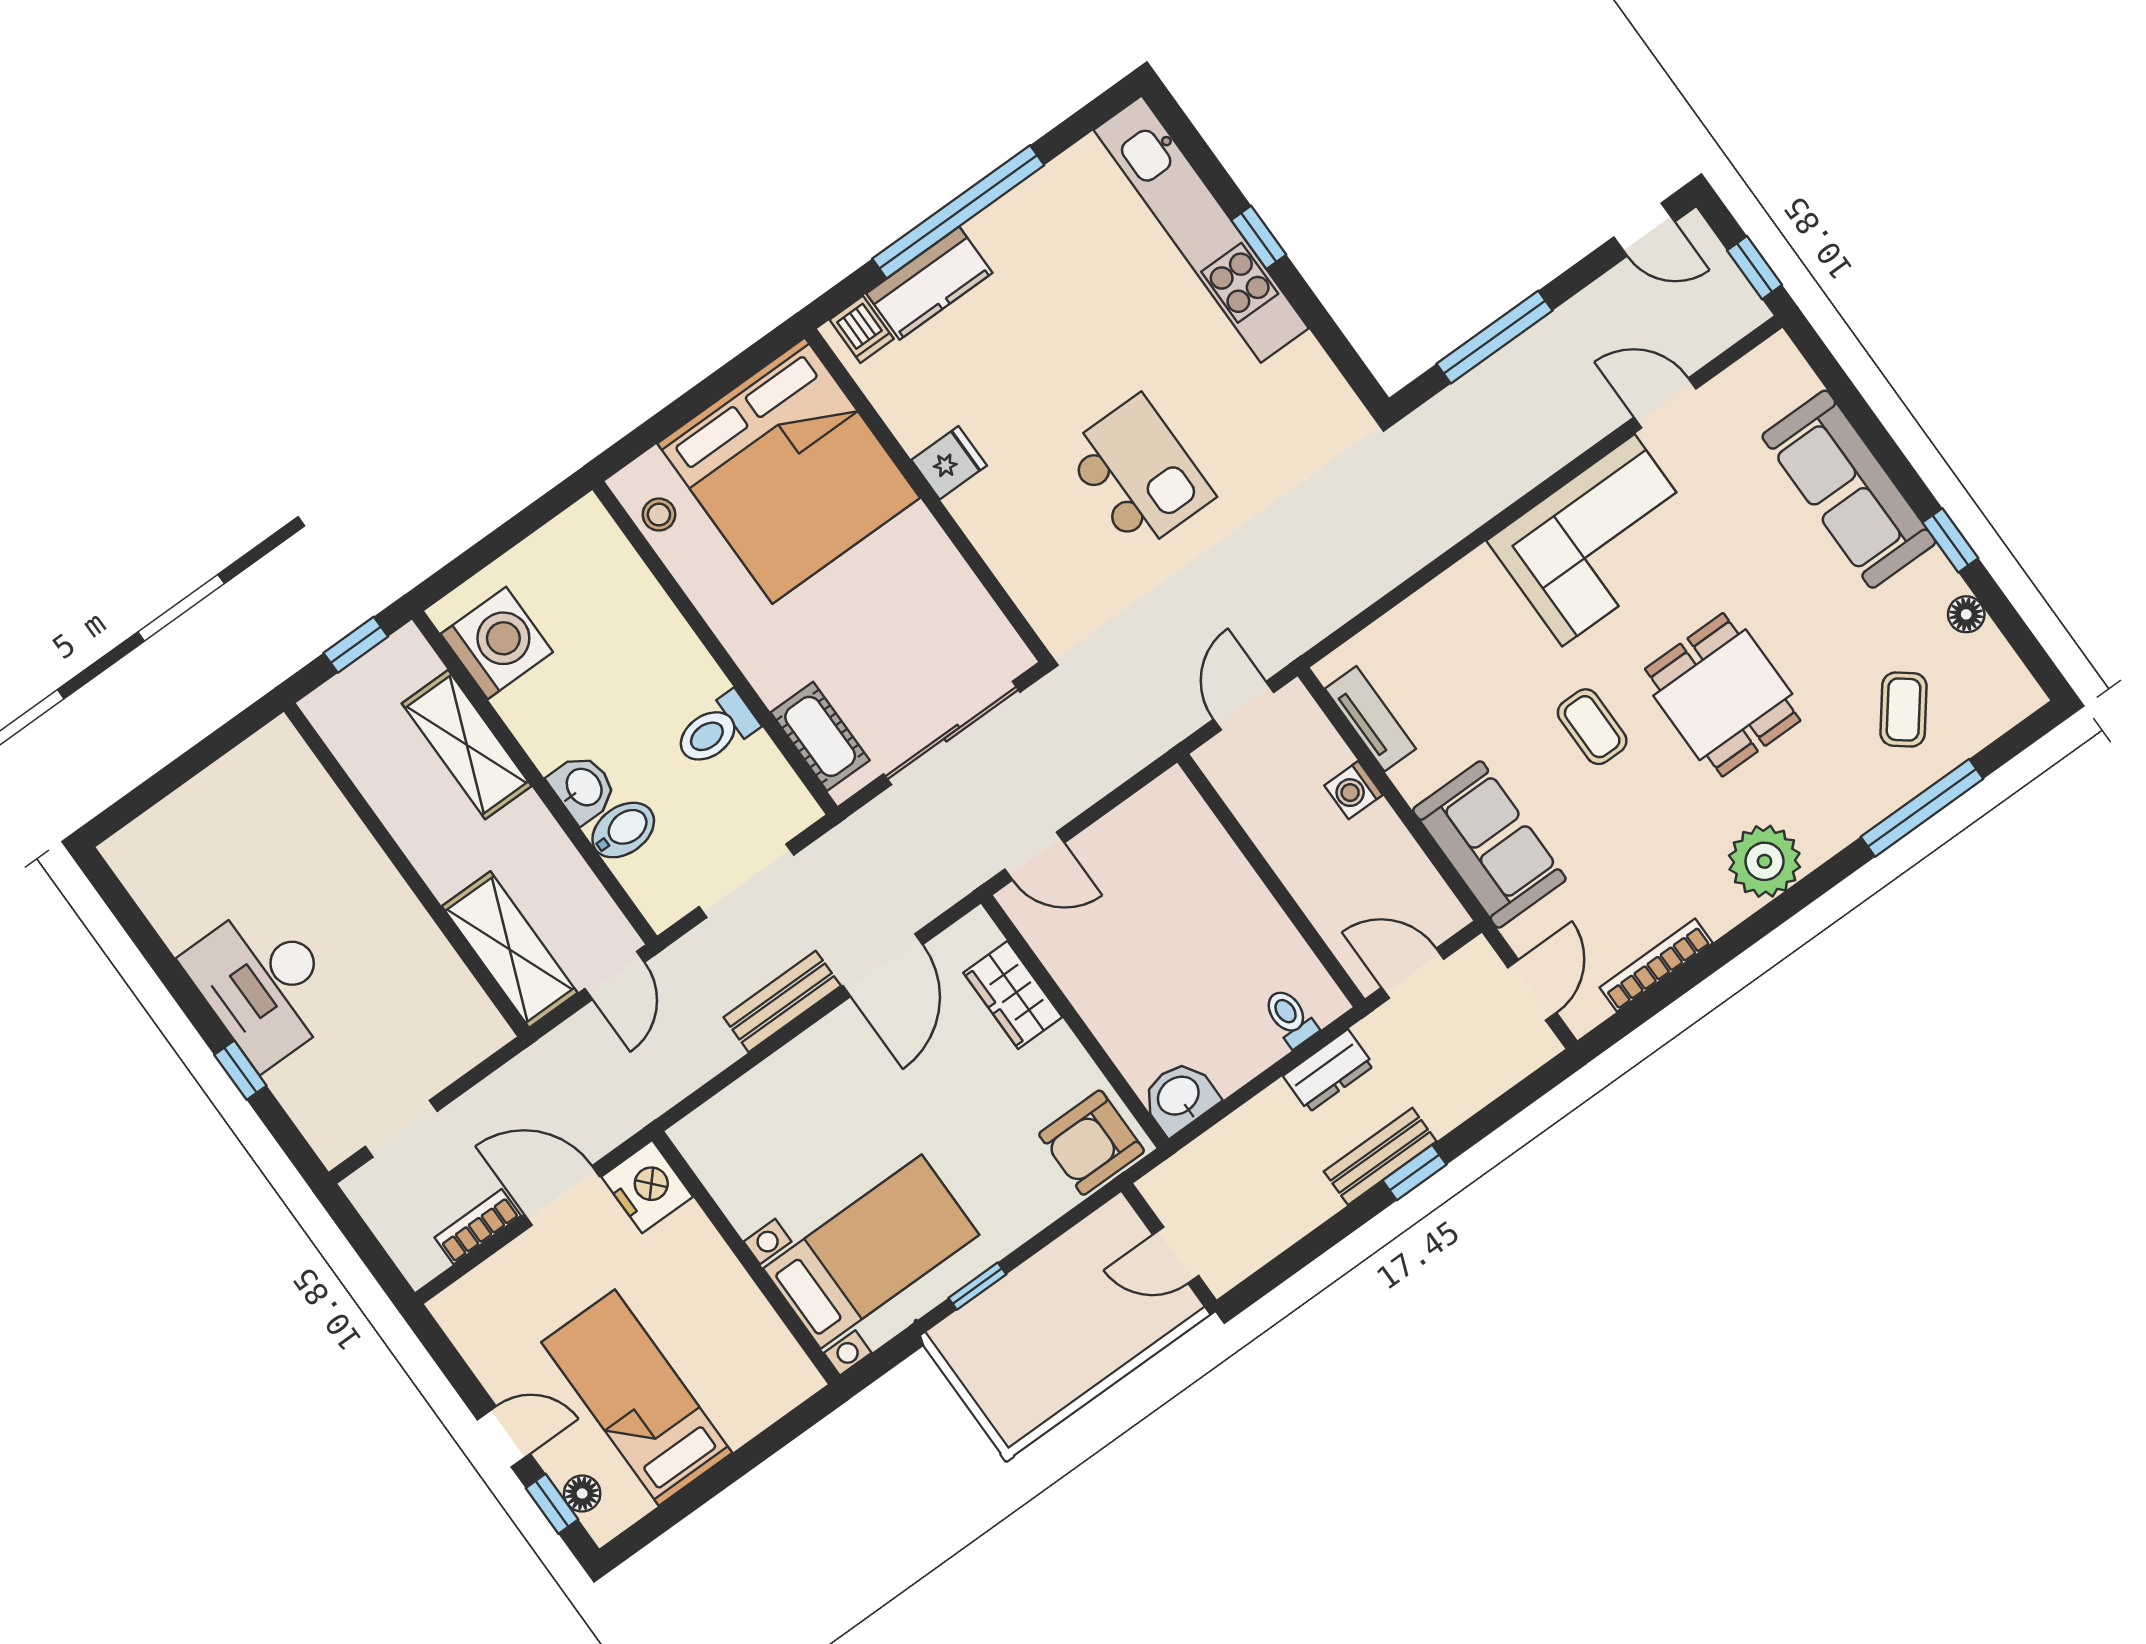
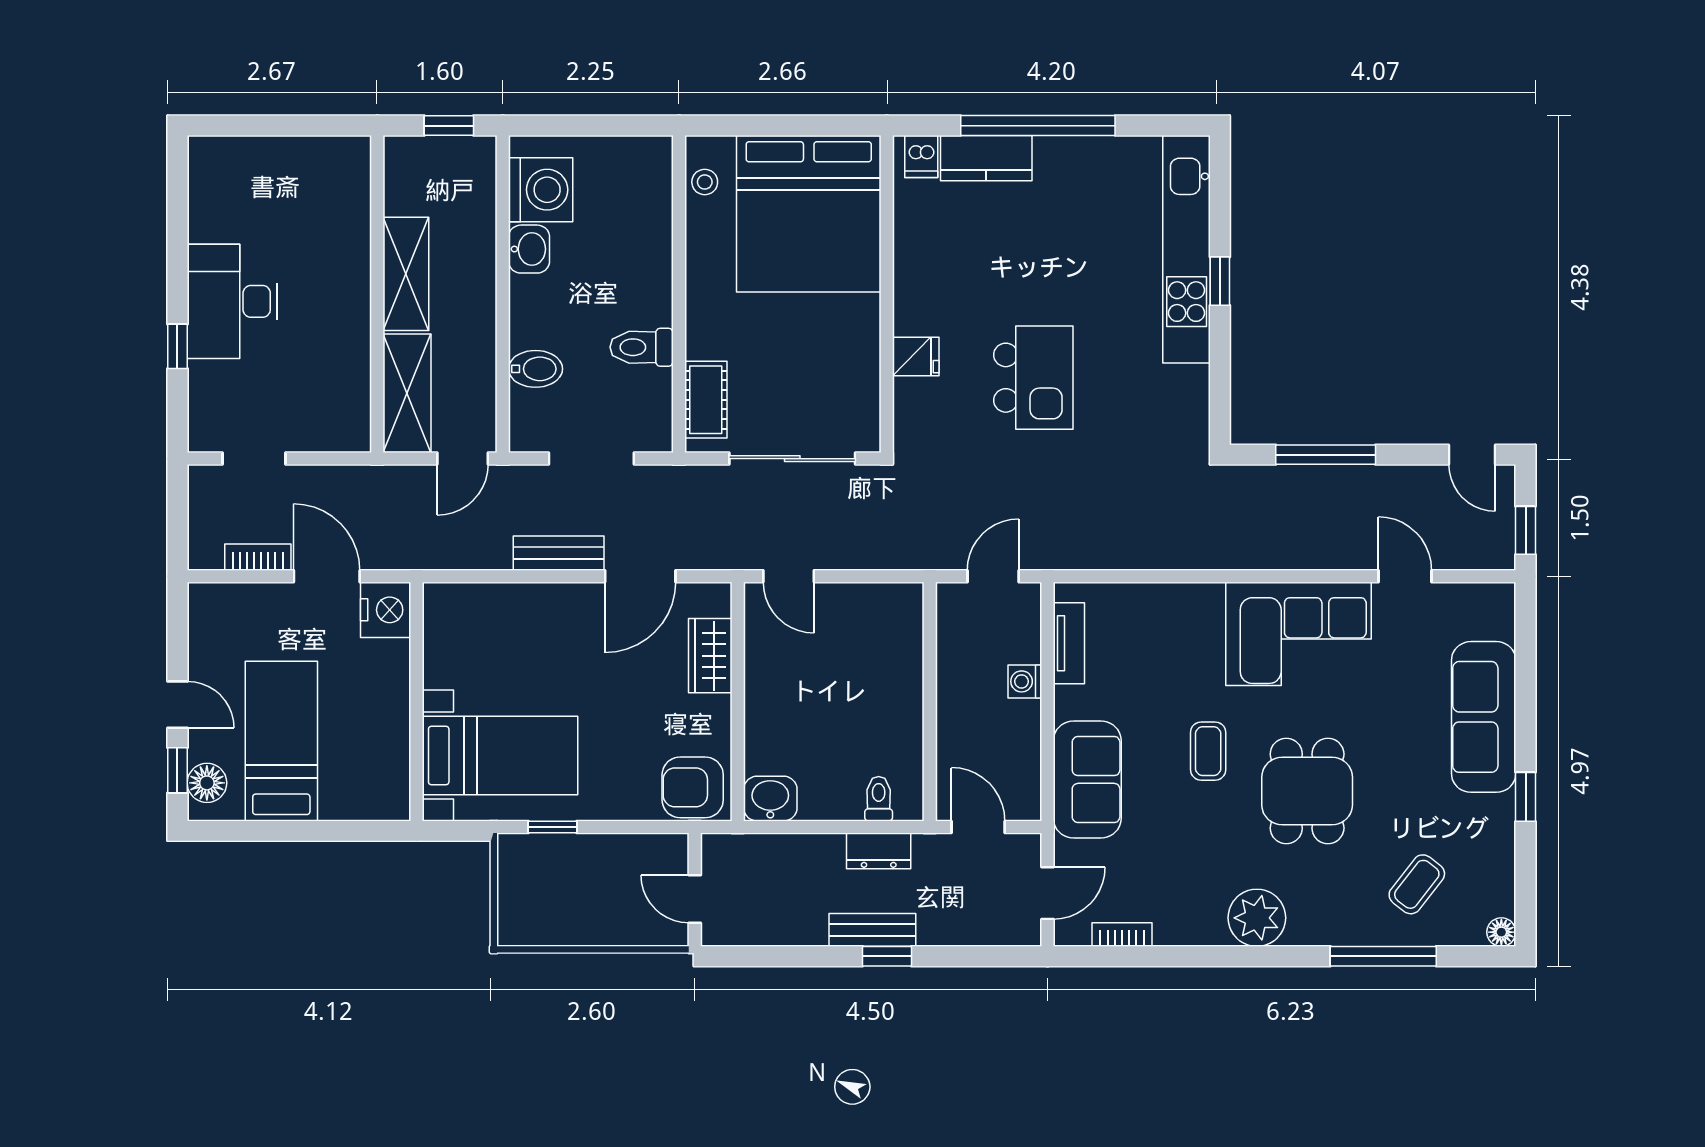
fridge: (949, 463) -> (916, 356), moved
floor lamp: (1966, 614) -> (1501, 932), moved
shelving: (467, 745) -> (406, 274), moved
washbasin: (583, 788) -> (529, 249), moved
bookcase: (1656, 965) -> (1122, 935), width x0.64
floor lamp: (582, 1493) -> (207, 783), width x1.37, depth x1.37

